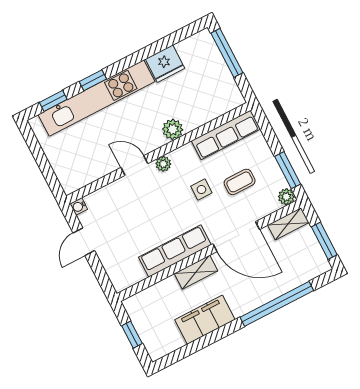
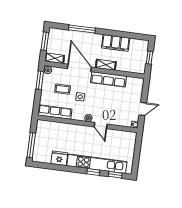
plant: (173, 129) -> (75, 129), removed
window: (277, 304) -> (82, 29), width x0.68

